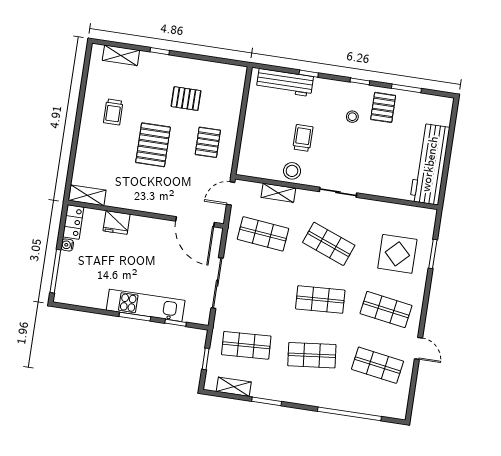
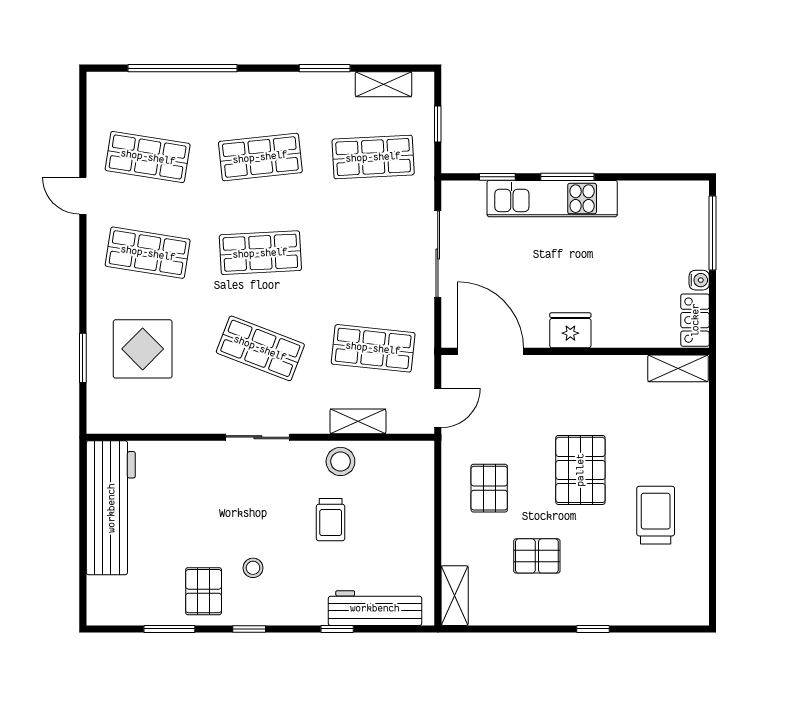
shelving: (121, 55) -> (455, 596), moved, turned 90
trolley: (113, 112) -> (656, 515), width x1.36, depth x1.39
fridge: (117, 222) -> (570, 330), moved

